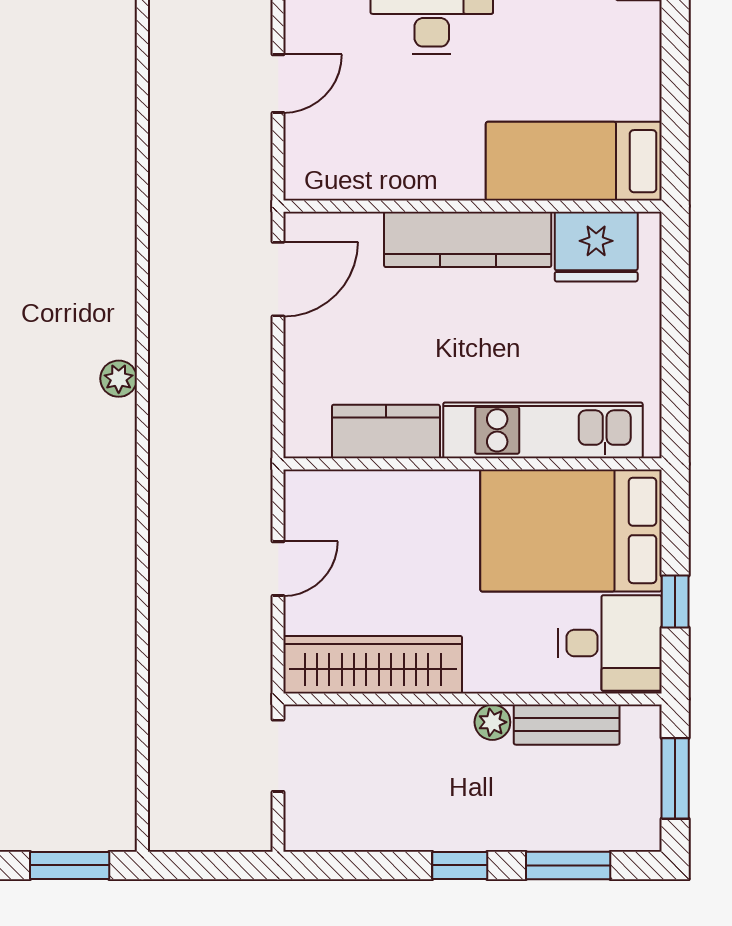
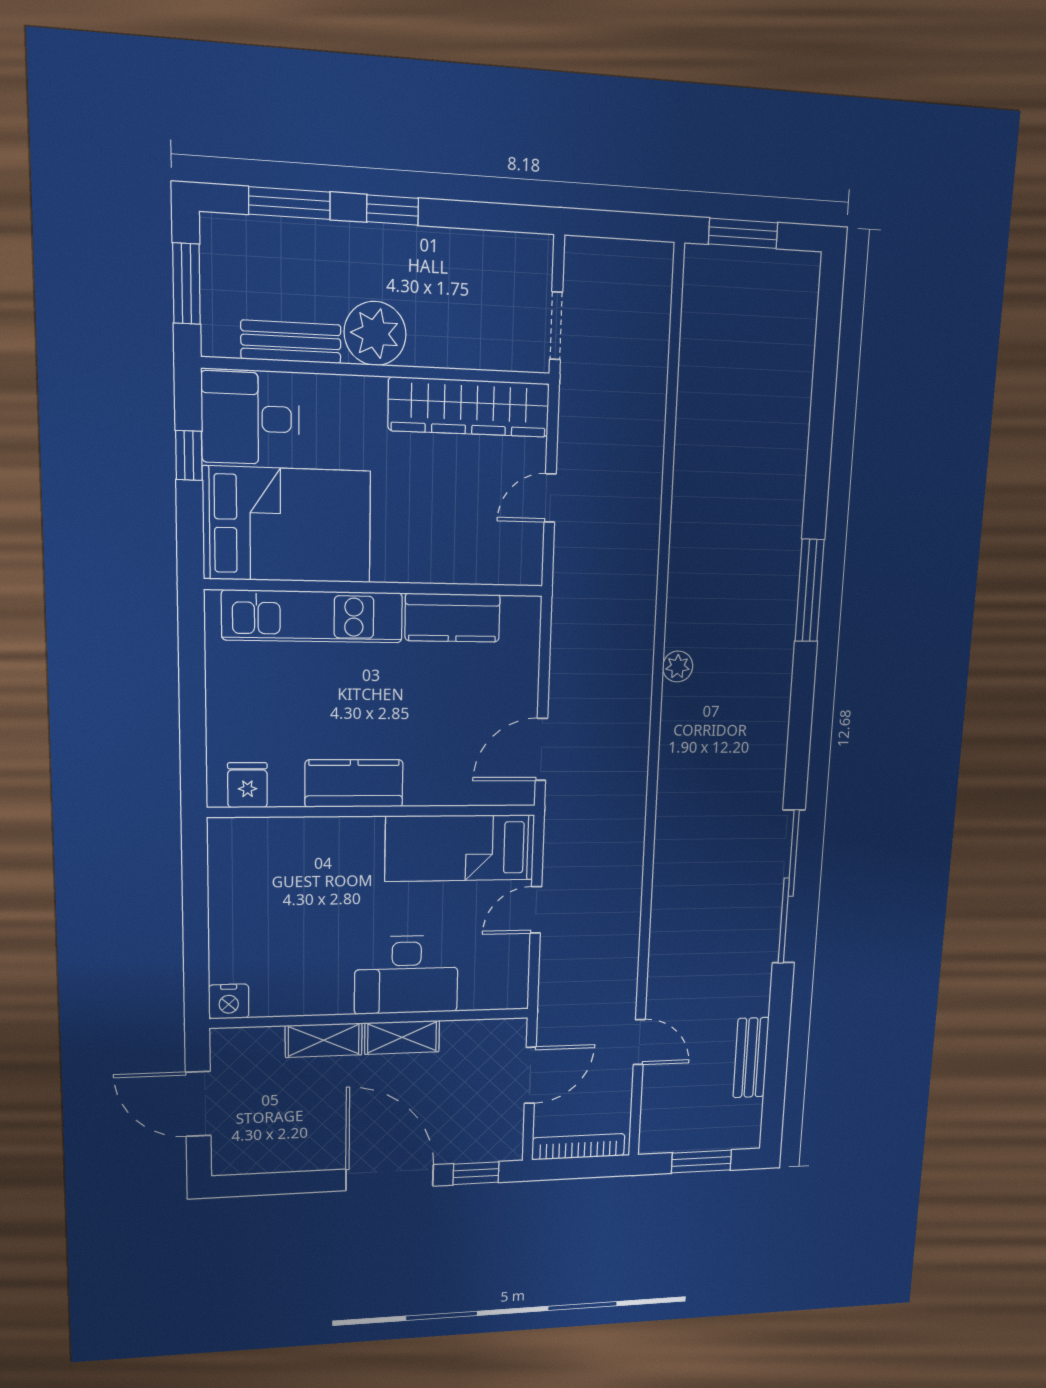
bed: (574, 161) -> (460, 848), moved, turned 180
kitchen counter: (468, 239) -> (354, 783), width x0.67
fridge: (596, 247) -> (247, 785), width x0.53, depth x0.75
plant: (492, 722) -> (375, 333), width x1.88, depth x1.88

